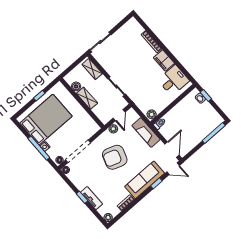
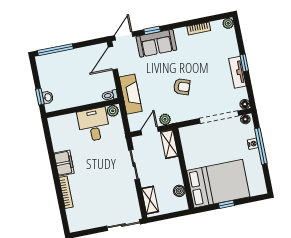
desk: (174, 80) -> (94, 125), moved, turned 90
shelving: (87, 98) -> (169, 144), moved
bed: (46, 120) -> (218, 184), moved, turned 180
armchair: (115, 157) -> (182, 87), width x0.53, depth x0.53
door: (173, 169) -> (124, 36), hinge flipped
sofa: (145, 180) -> (156, 43), width x0.73
tv unit: (92, 198) -> (237, 72), moved

